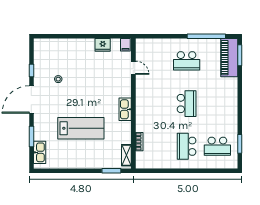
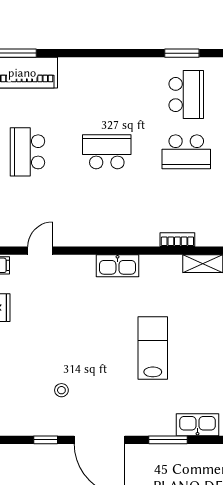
school desk: (187, 61) -> (27, 152), turned 180
lab bench: (81, 128) -> (153, 348), width x0.73, depth x0.72

